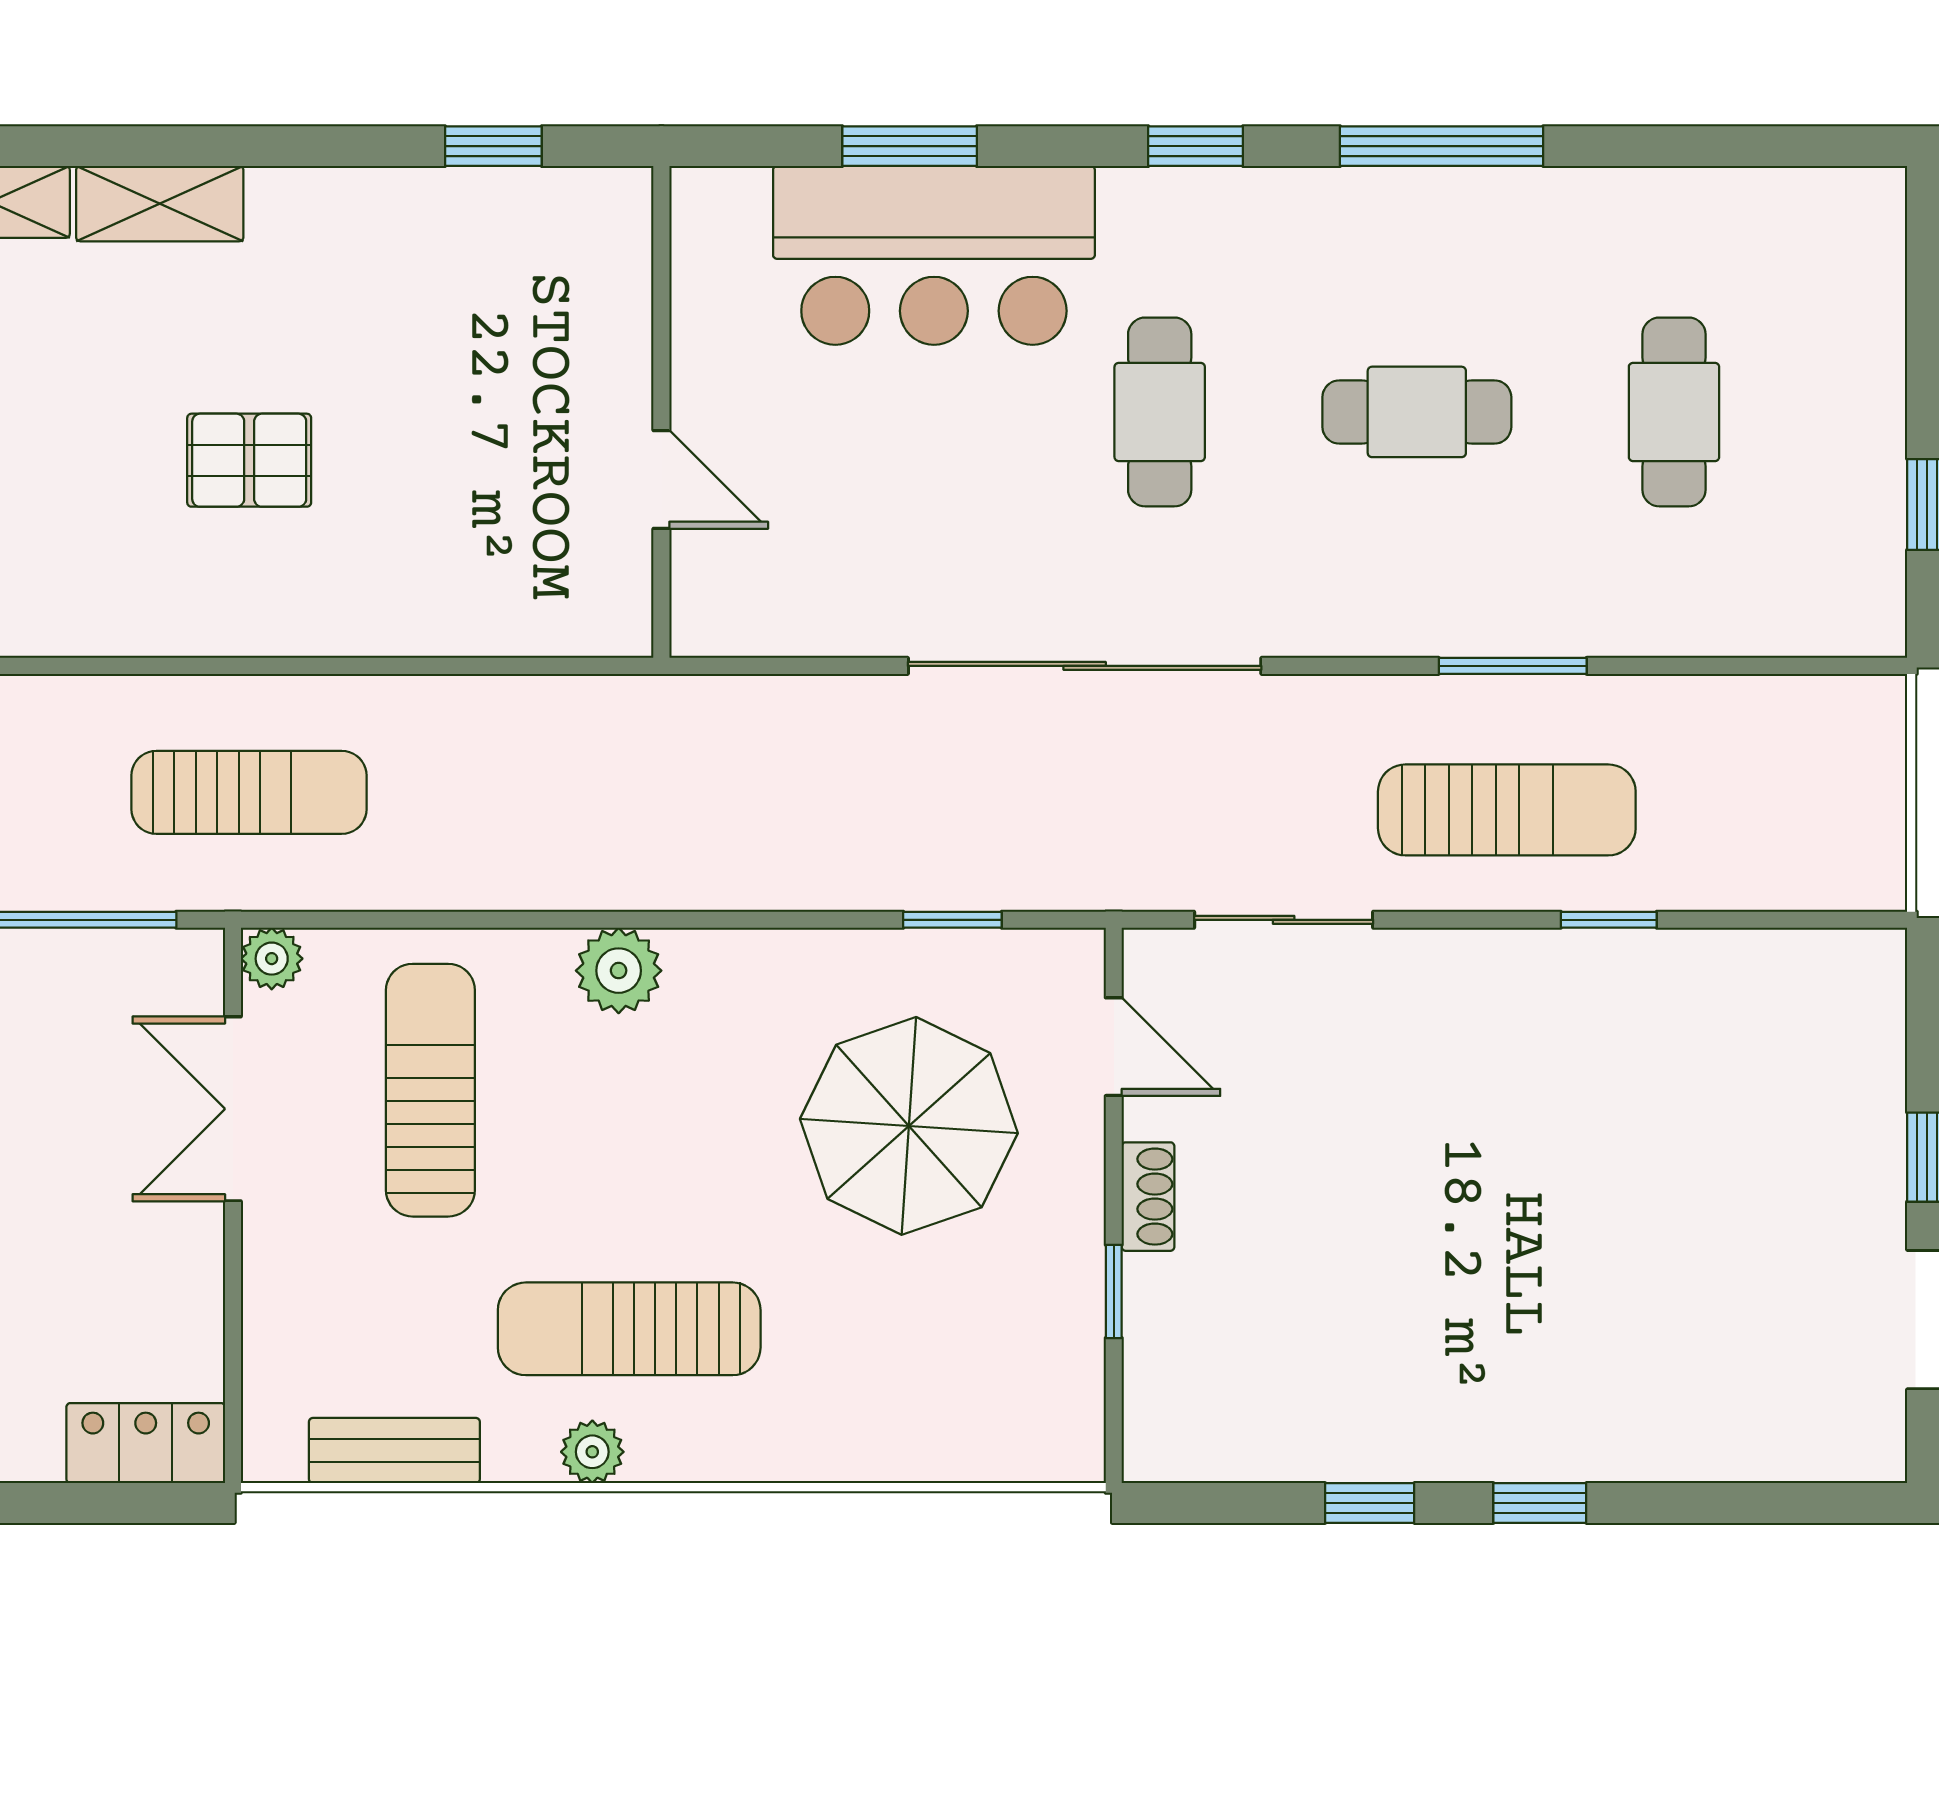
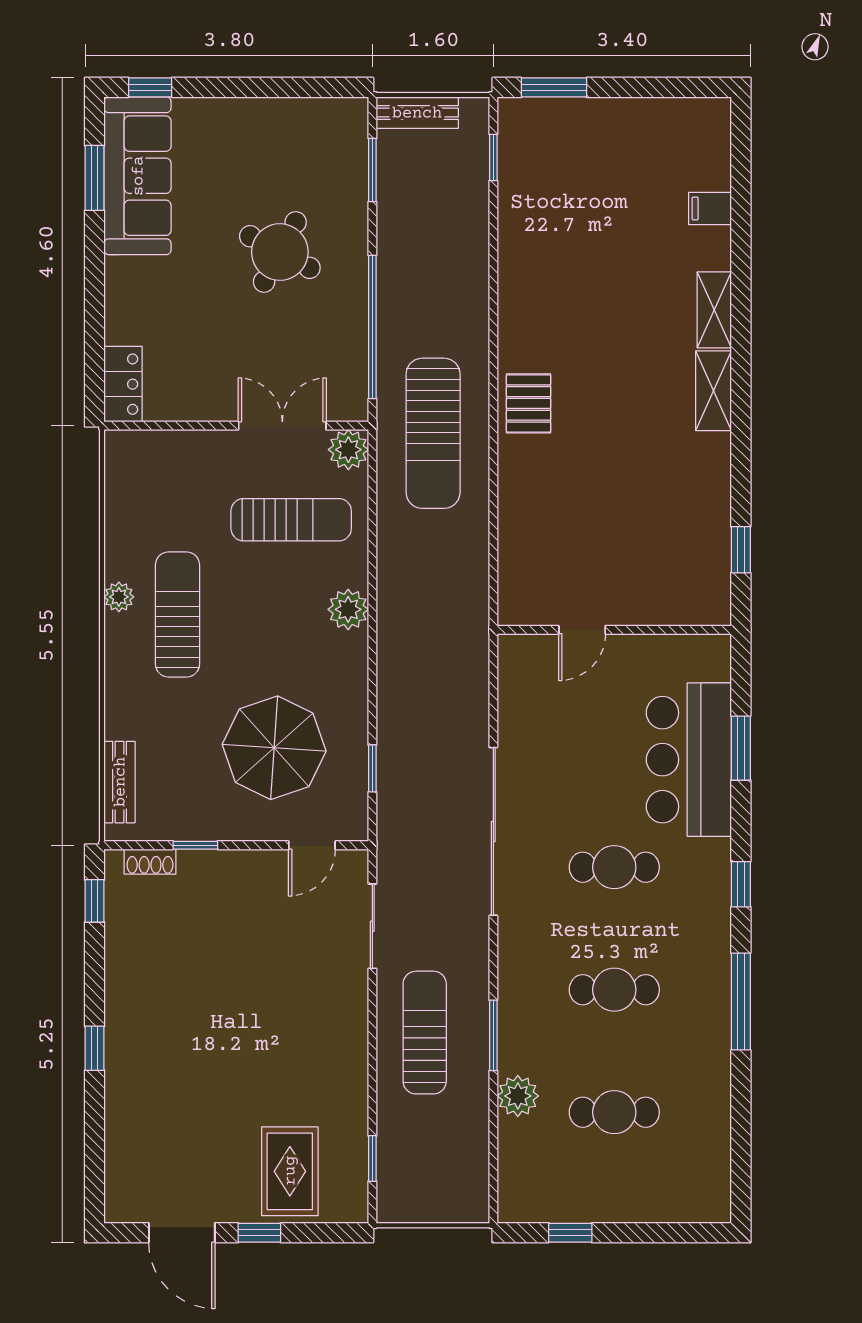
cafe table: (1417, 412) -> (614, 990), turned 90
pallet: (249, 460) -> (529, 403), moved
plant: (1640, 614) -> (518, 1096), added
sun lounger: (249, 792) -> (433, 433), width x1.36, depth x1.34
sun lounger: (1507, 810) -> (425, 1033), turned 180
window: (1609, 920) -> (372, 1158), moved
plant: (272, 959) -> (348, 450), width x1.38, depth x1.38
rug: (1798, 1093) -> (290, 1171), added
shoe rack: (1148, 1197) -> (150, 862), moved
bench: (394, 1451) -> (120, 782), moved
window: (1370, 1503) -> (95, 901), moved

